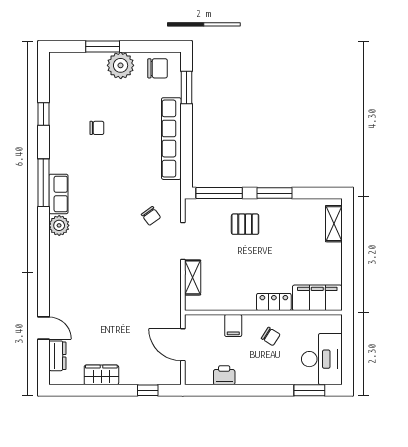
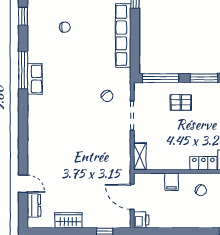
plant: (59, 225) -> (35, 103), removed
shelving: (193, 277) -> (140, 156), moved
printer: (224, 375) -> (141, 220), moved, turned 90

